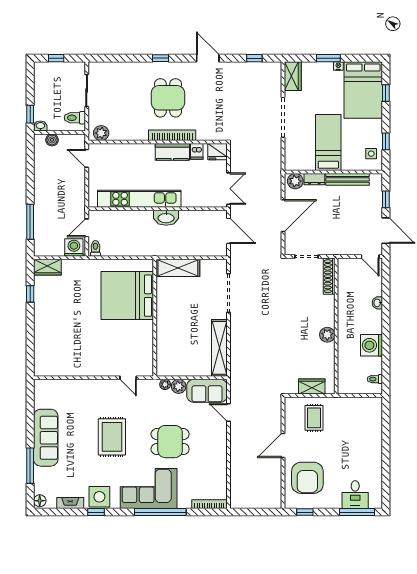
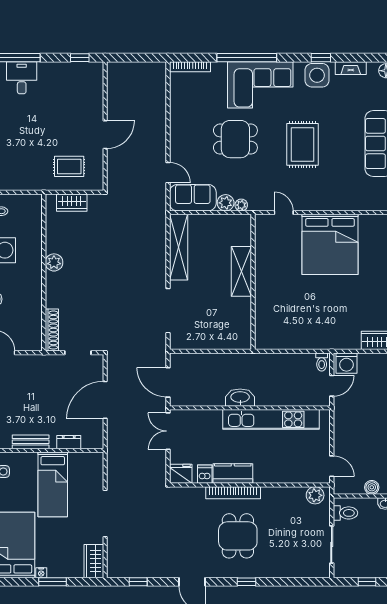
bench: (347, 179) -> (31, 442), width x0.73
plant: (295, 181) -> (91, 440), removed
shelving: (178, 268) -> (241, 271), moved, turned 90
bed: (127, 296) -> (330, 244), moved, turned 90
rug: (314, 418) -> (69, 166), turned 90
armchair: (307, 478) -> (77, 97), removed

